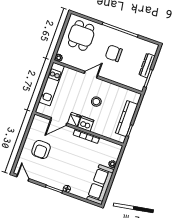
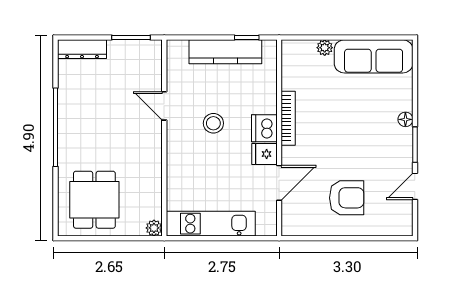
dining table: (81, 36) -> (94, 200), turned 90
chair: (114, 53) -> (106, 123), removed
dresser: (147, 65) -> (82, 49), moved
door: (91, 75) -> (164, 106), moved
door: (59, 122) -> (279, 183), hinge flipped
door: (23, 178) -> (415, 186), moved

